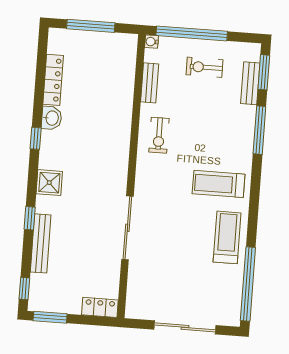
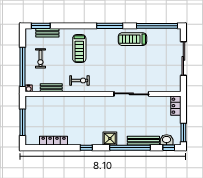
washbasin: (52, 118) -> (167, 140), moved
window: (259, 130) -> (110, 26), moved
treadmill: (219, 184) -> (79, 49), moved
window: (30, 218) -> (130, 148), width x3.17

